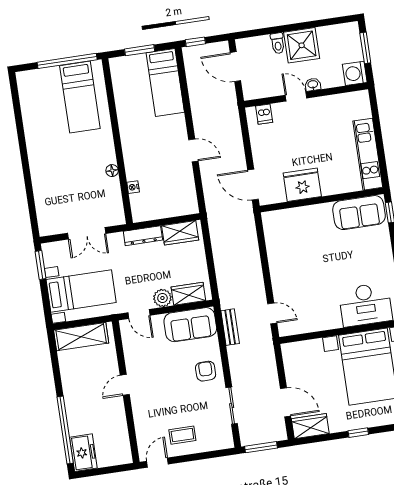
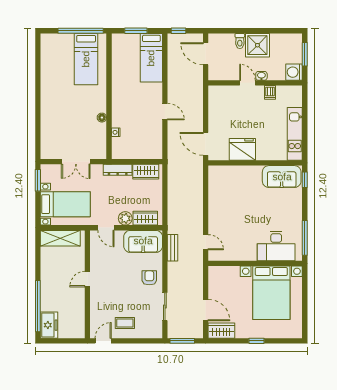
dishwasher: (264, 114) -> (270, 92), moved

